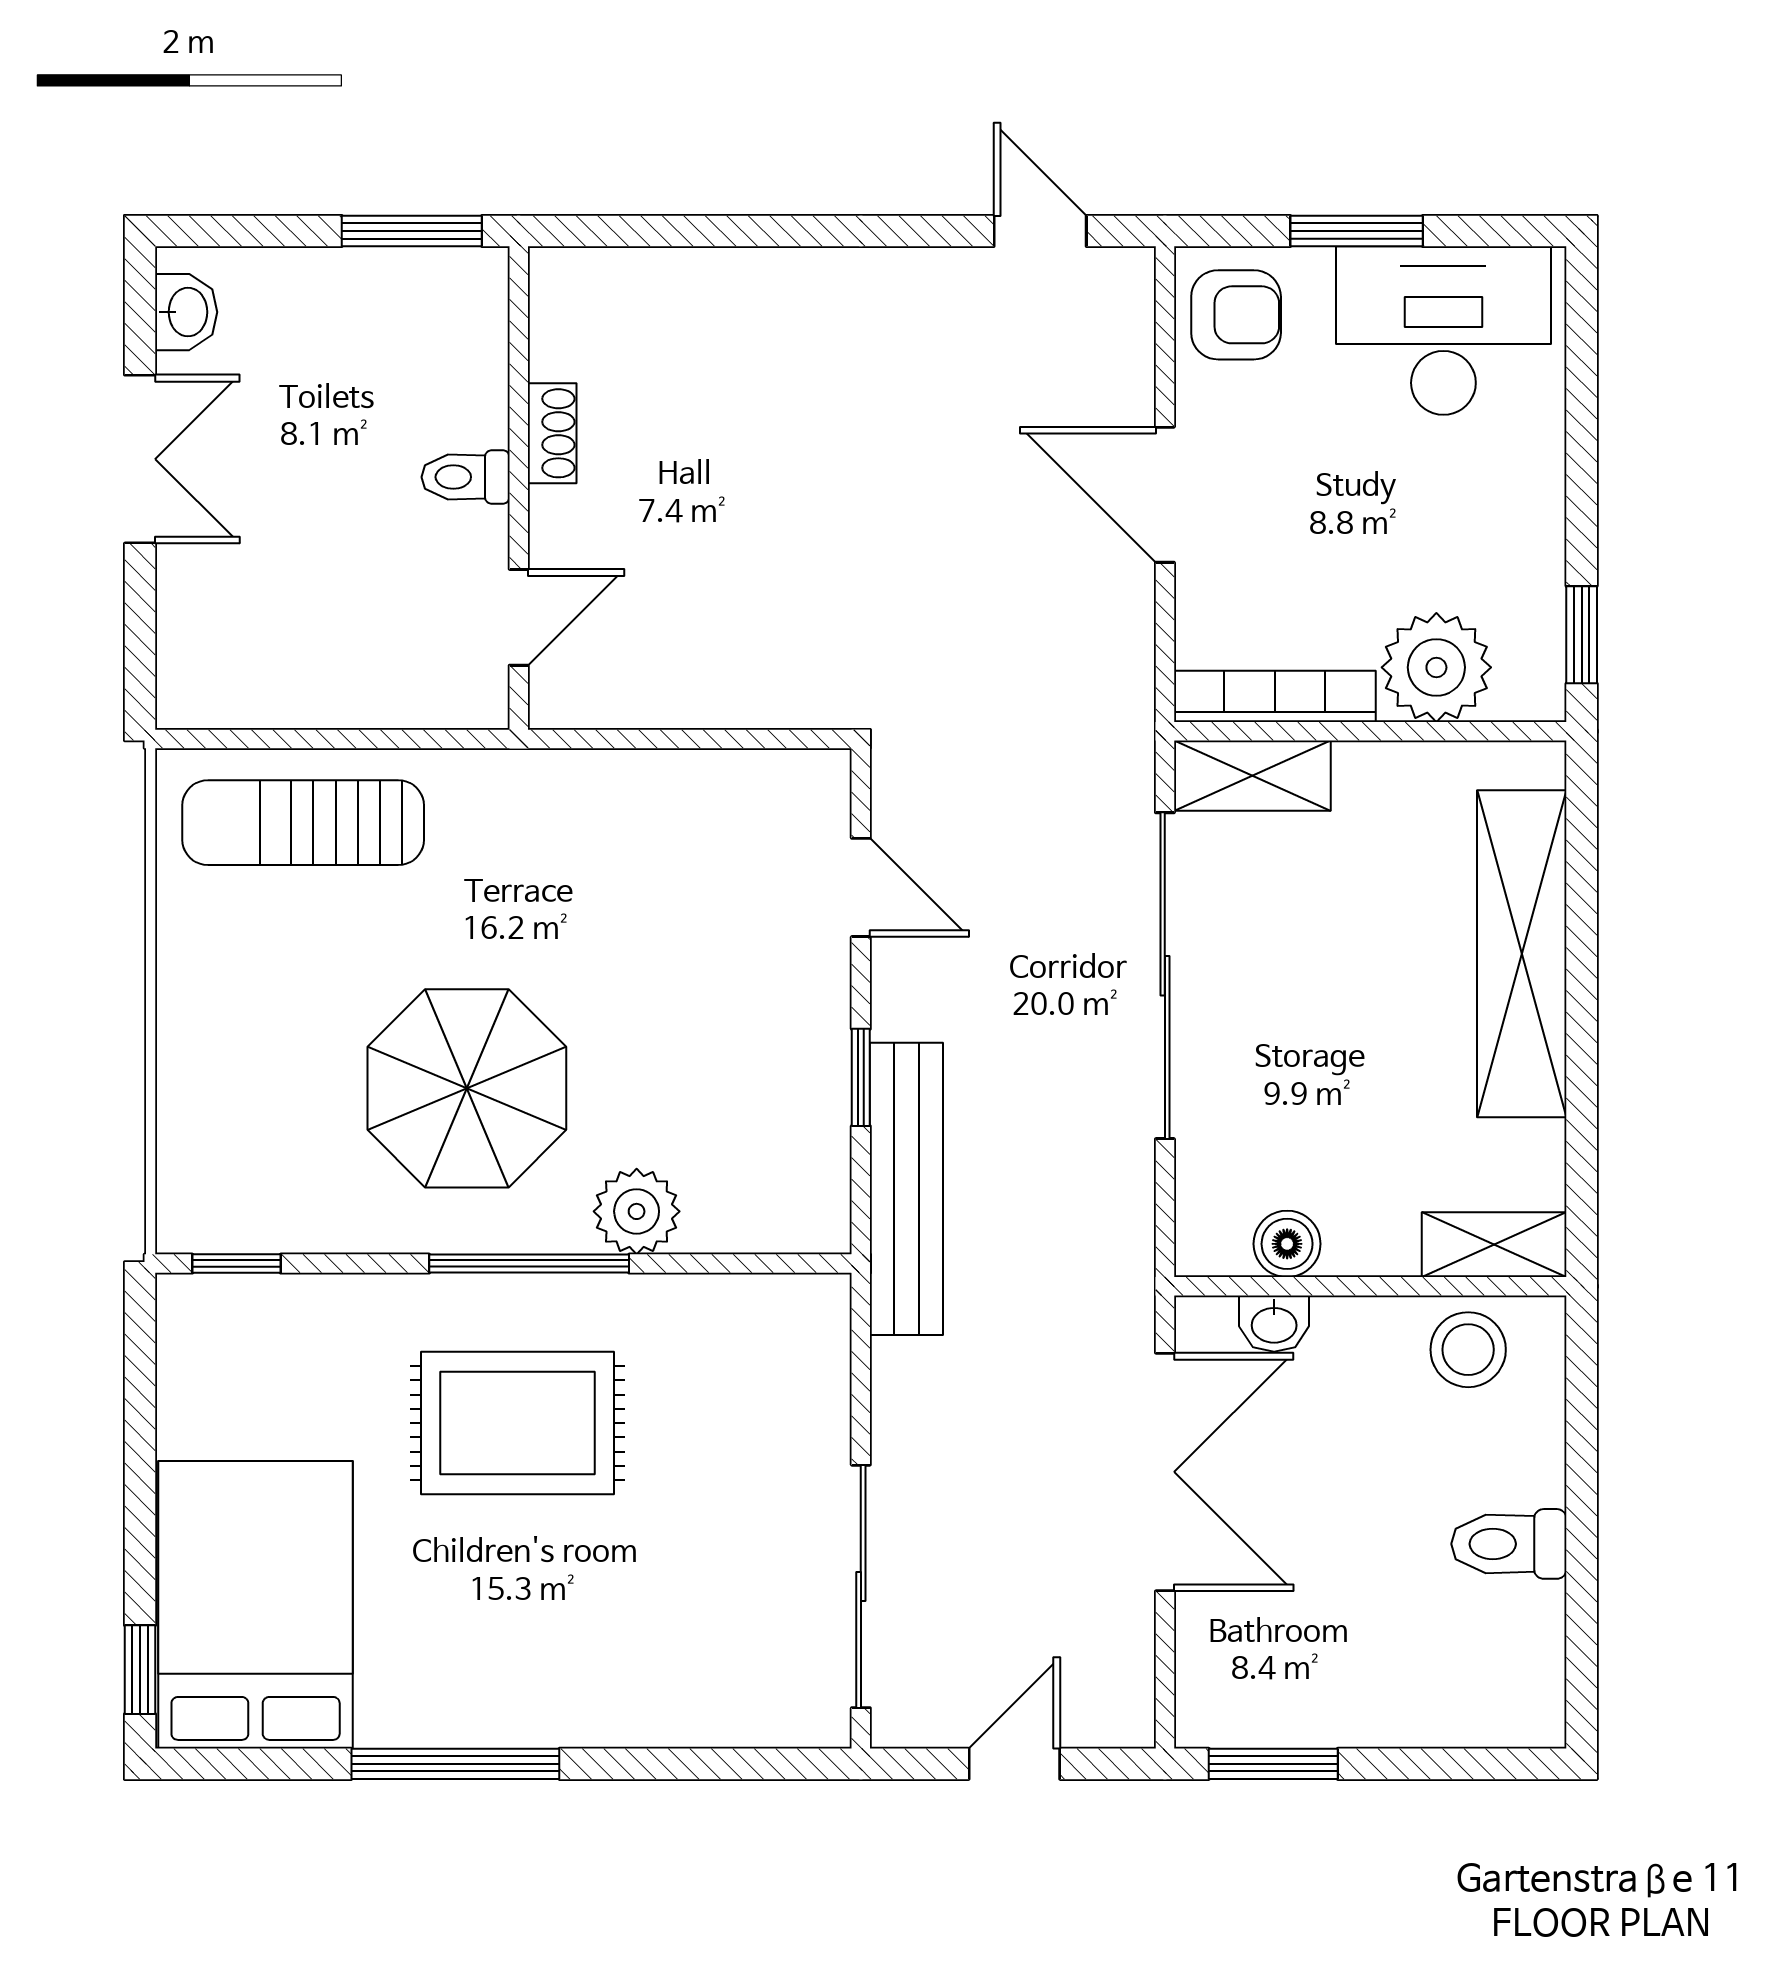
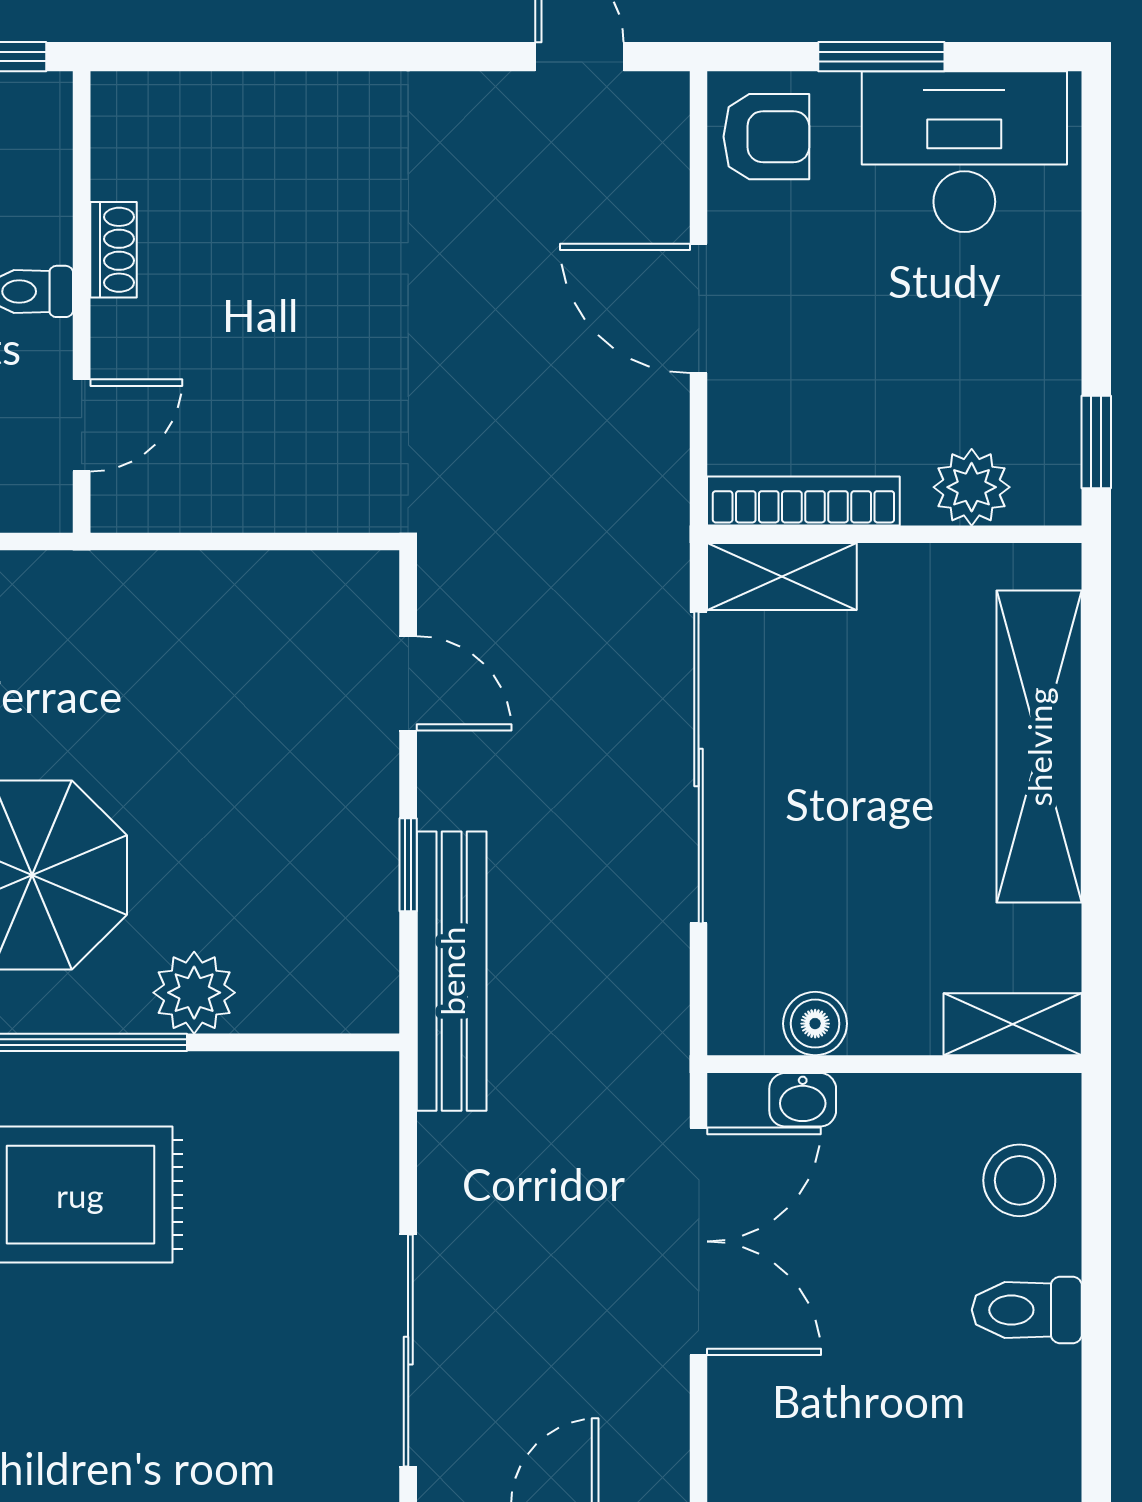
plant: (1436, 667) -> (972, 487), width x0.73, depth x0.73
stool: (1468, 1350) -> (1019, 1180), moved

